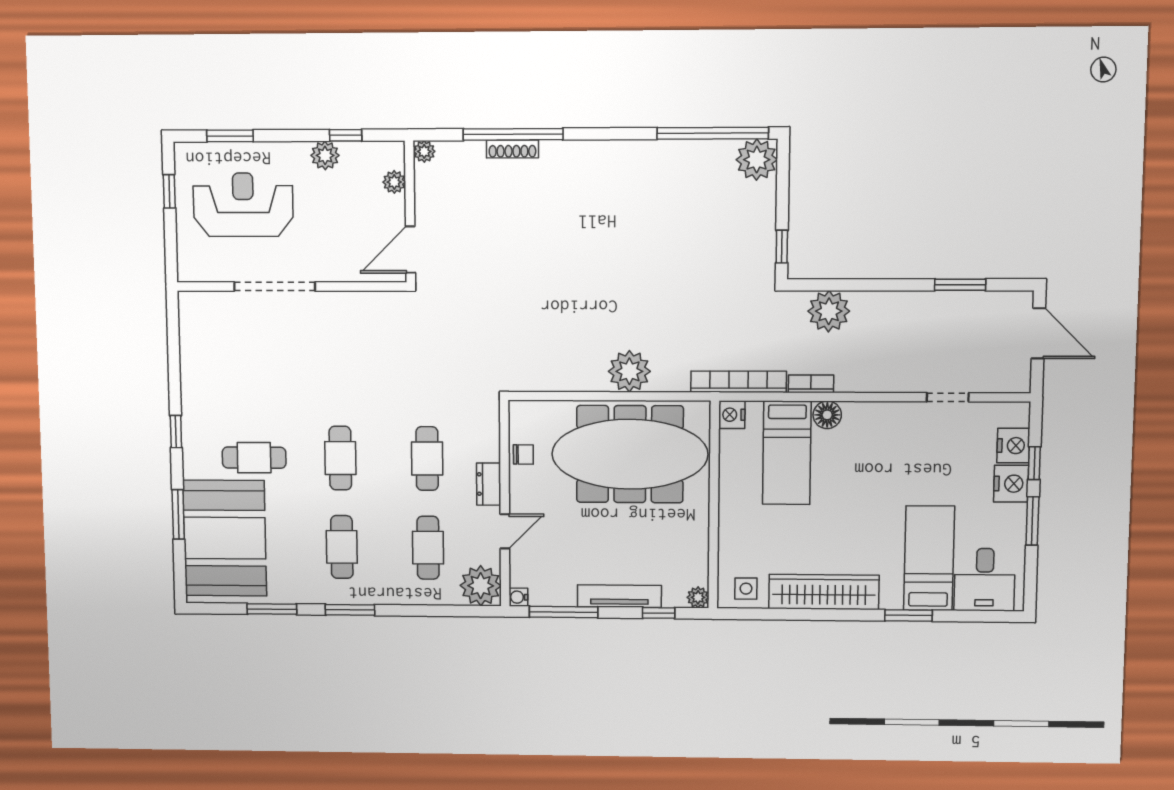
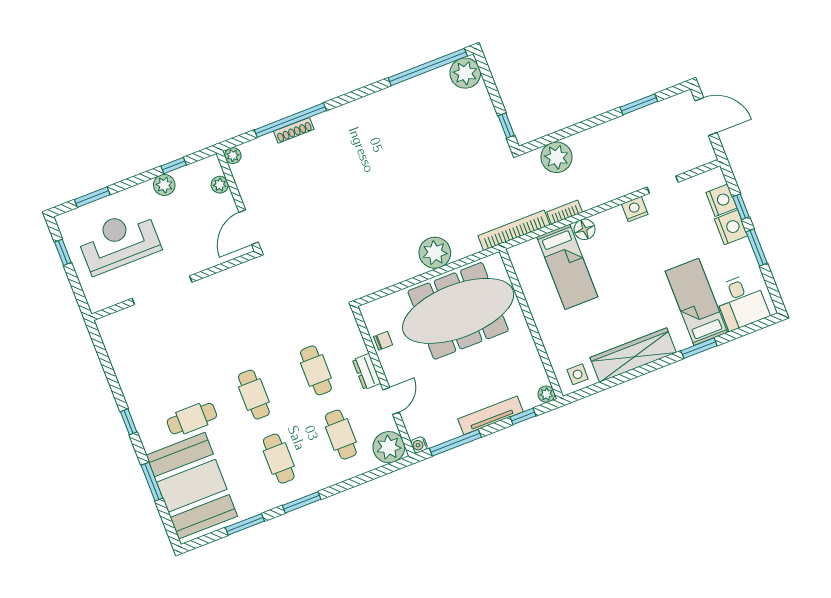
nightstand: (732, 415) -> (635, 209), moved, turned 90

